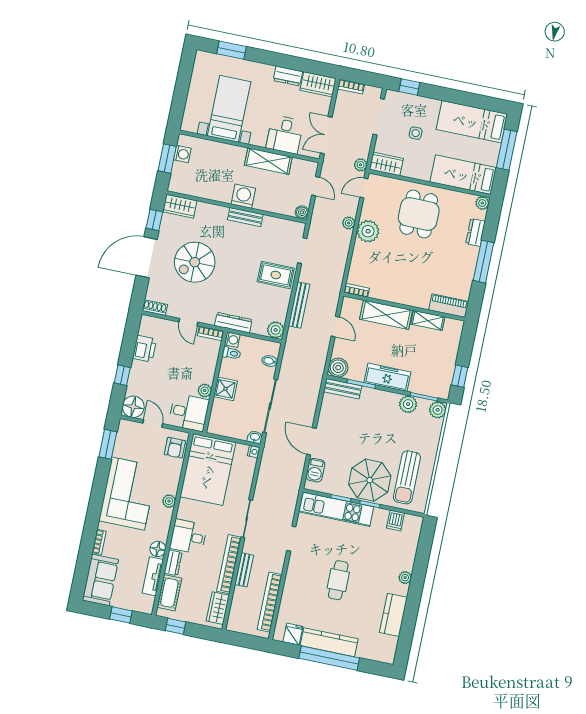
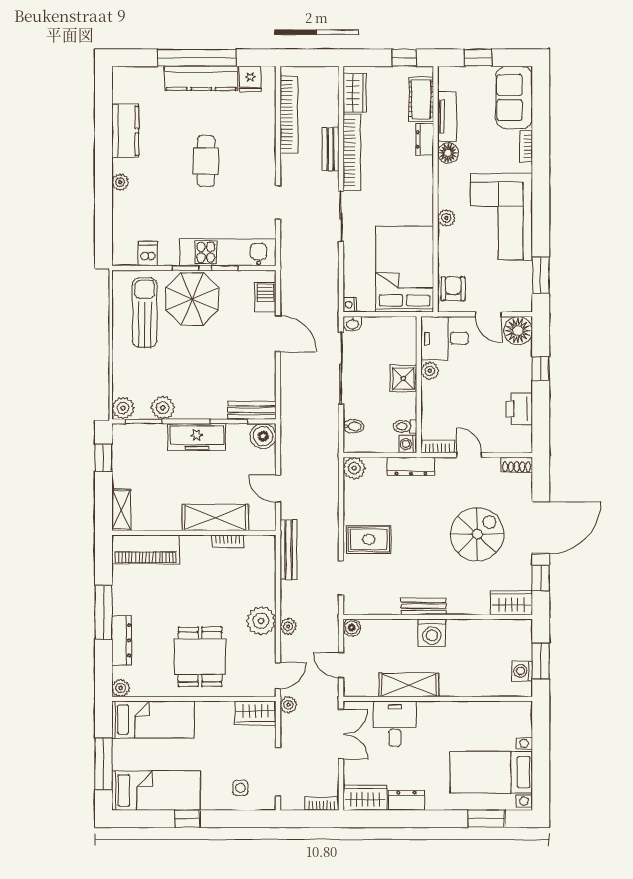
window: (409, 87) -> (187, 819), moved
bed with nightstands: (229, 109) -> (491, 772), moved, turned 90
side table: (416, 133) -> (240, 788), moved
dresser: (475, 232) -> (122, 640), width x1.44
bookcase: (357, 290) -> (228, 541), moved
bench: (299, 305) -> (288, 550), moved
piano: (449, 306) -> (146, 550), width x1.37, depth x1.33
shelving: (428, 320) -> (121, 510), moved, turned 90
desk: (188, 537) -> (412, 177), removed

